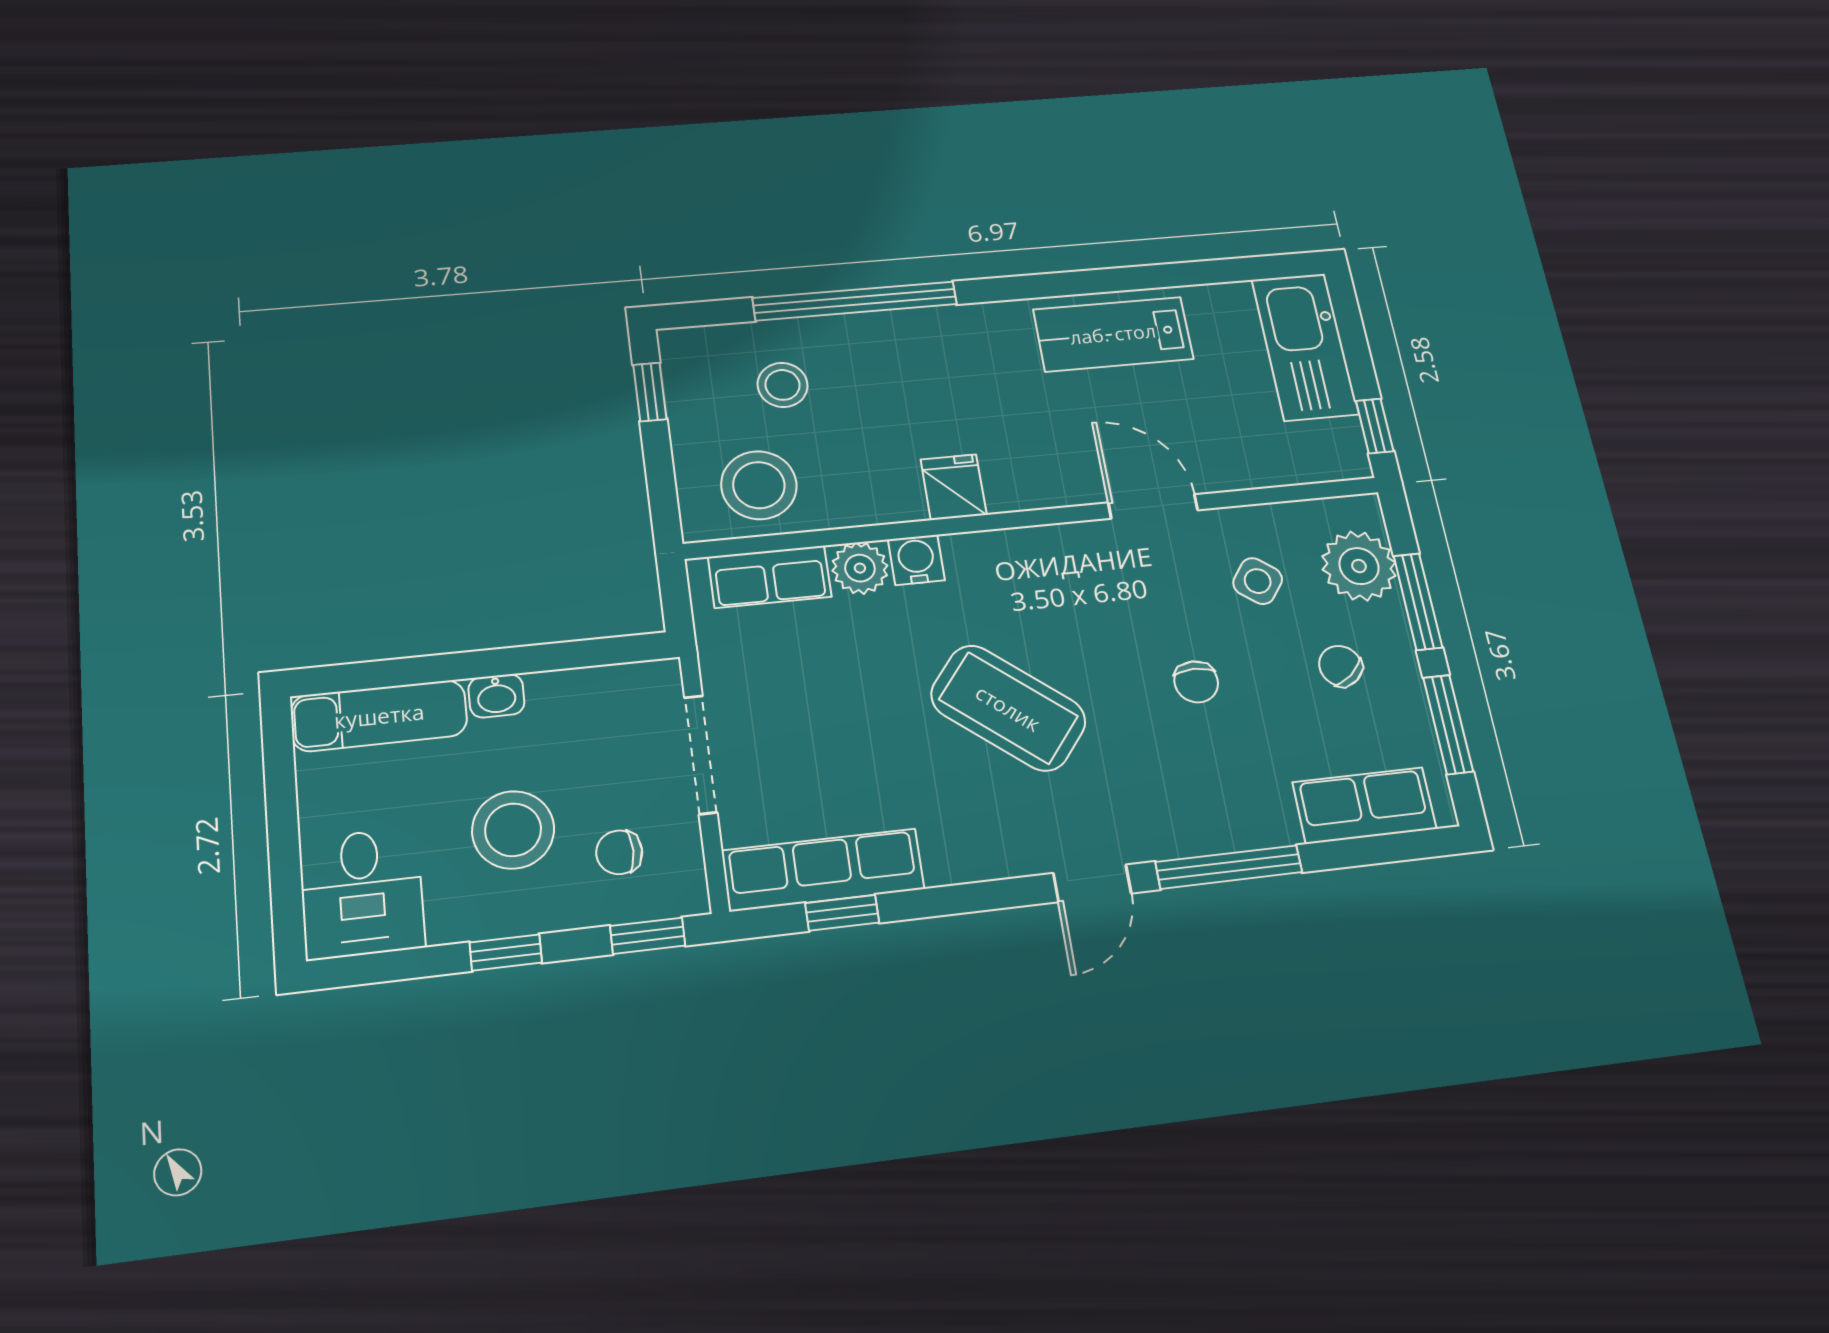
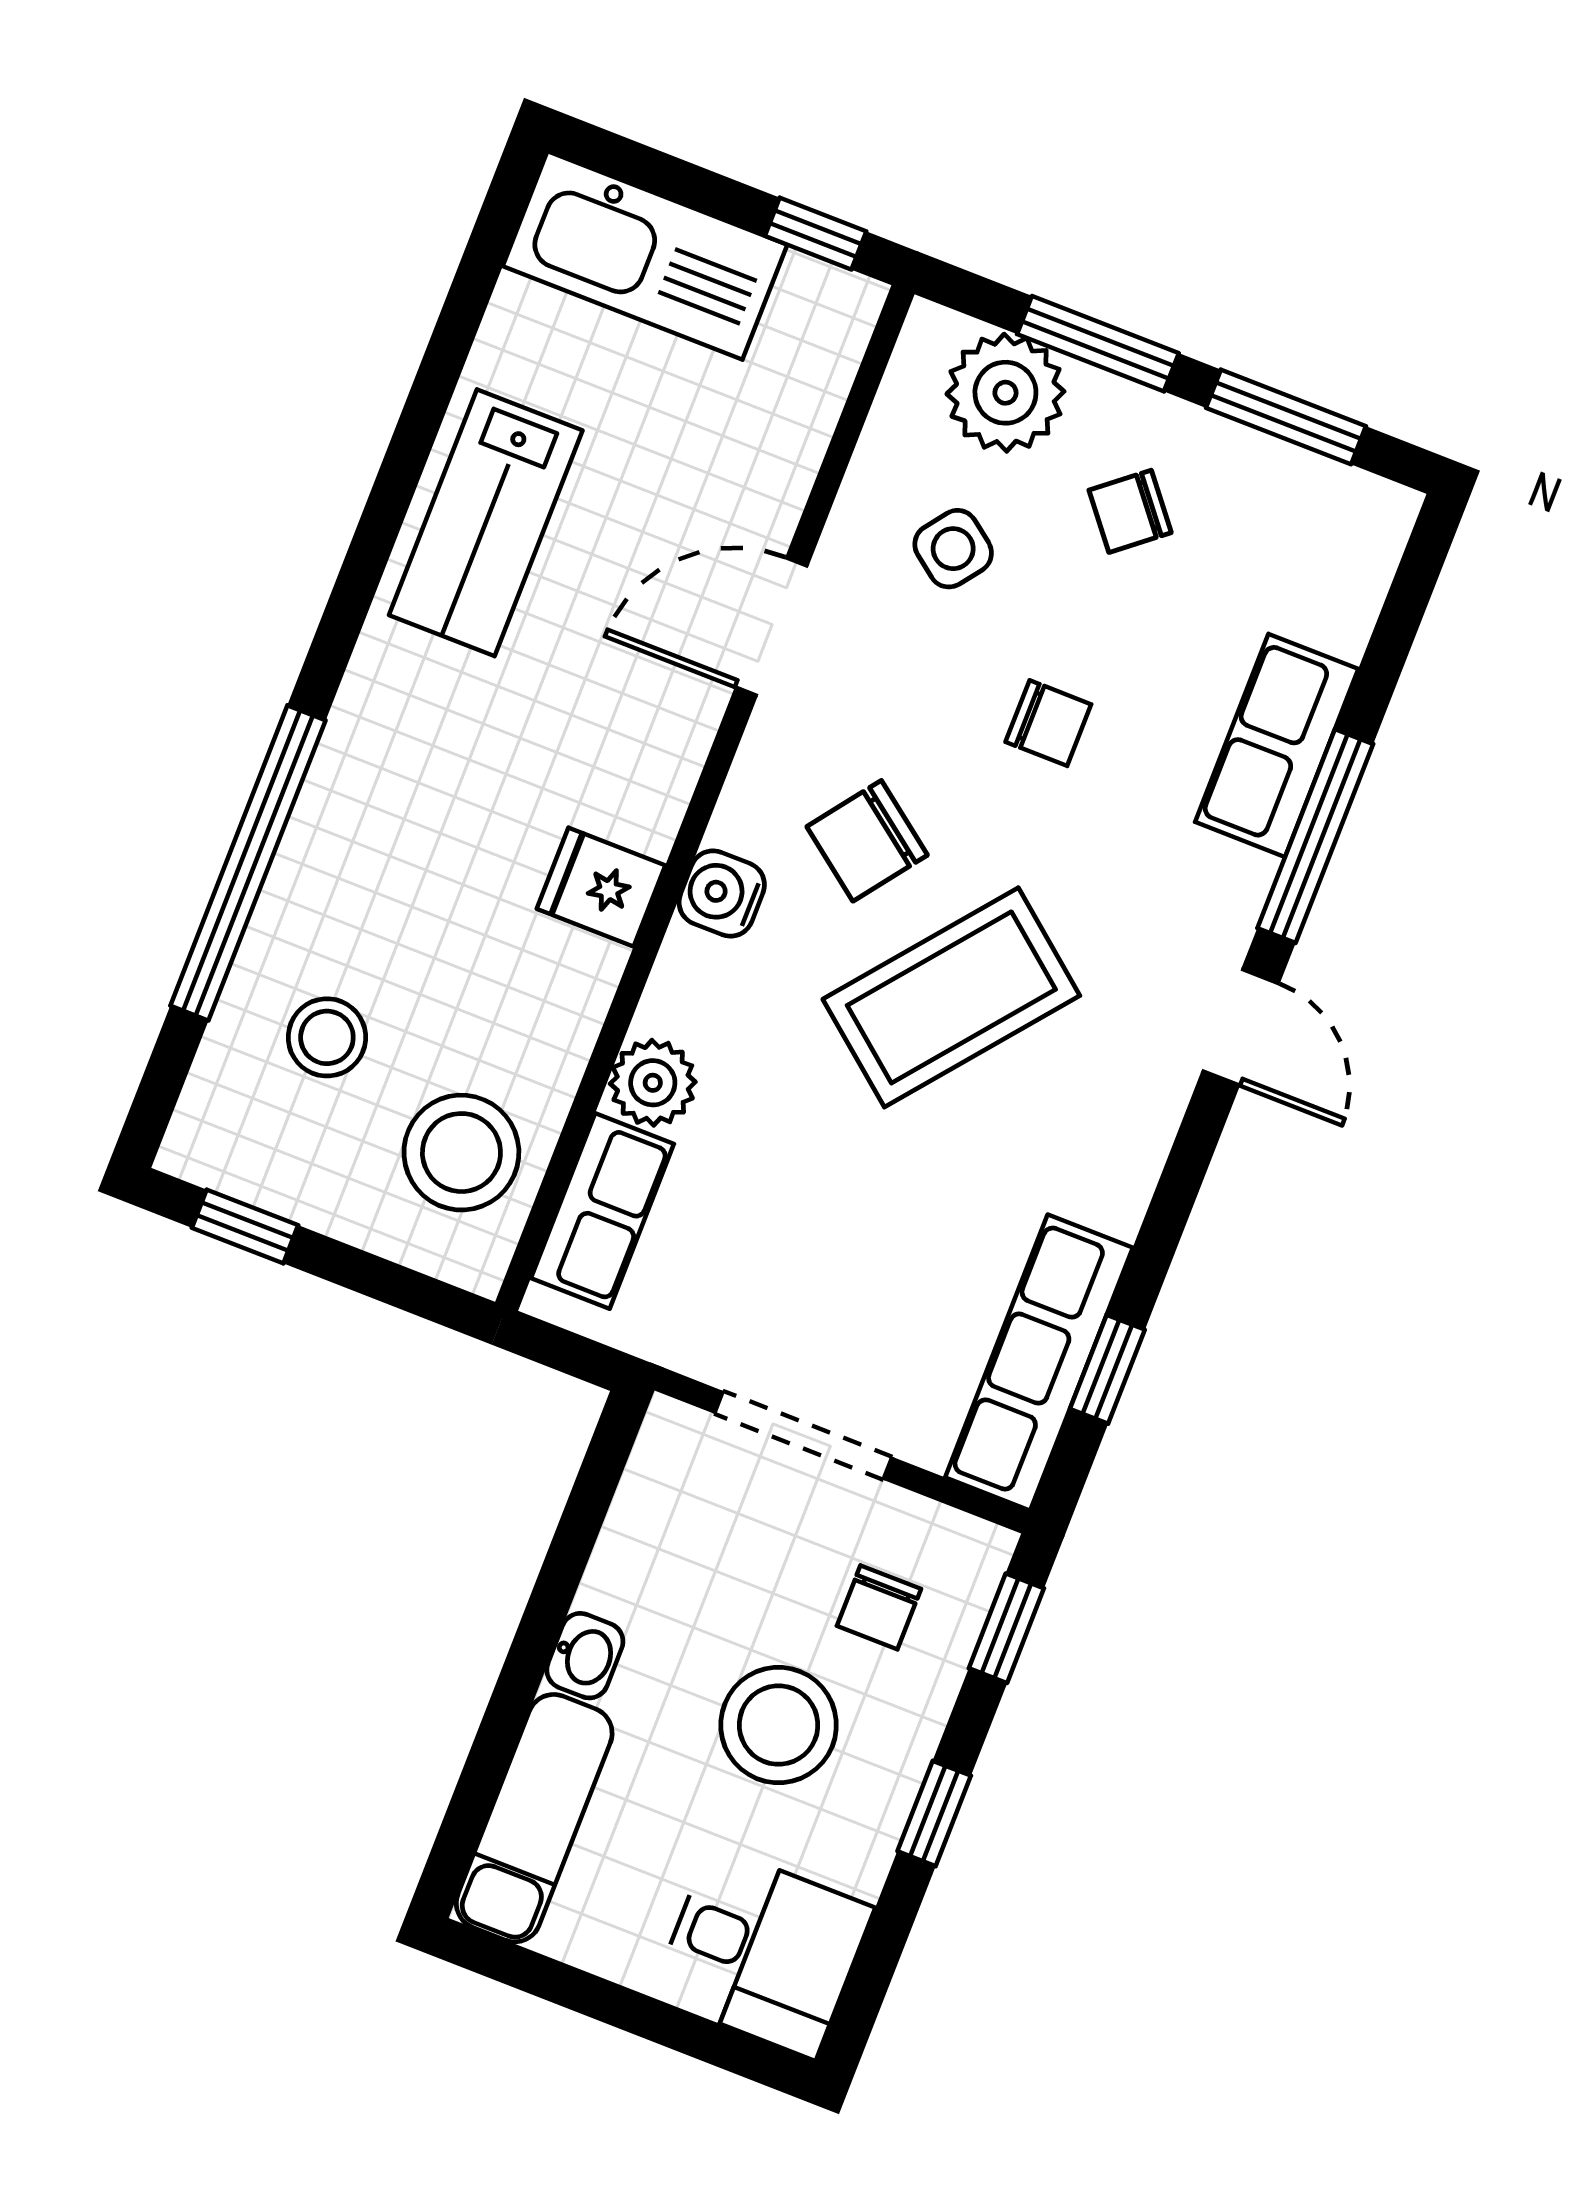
water cooler: (916, 560) -> (722, 894), moved
chair: (1068, 616) -> (867, 841), added
row of seats: (1364, 806) -> (1277, 745), moved

